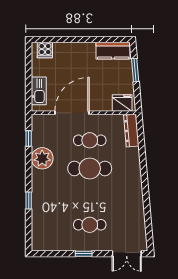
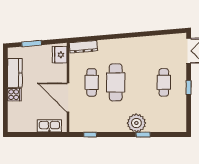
cooker: (45, 50) -> (14, 95), moved
kitchen counter: (113, 51) -> (15, 73), moved
plant: (42, 158) -> (136, 123), moved

